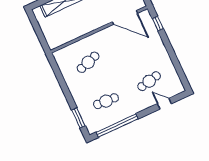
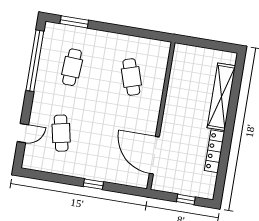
door: (125, 18) -> (154, 155), hinge flipped
window: (158, 24) -> (93, 184), moved

